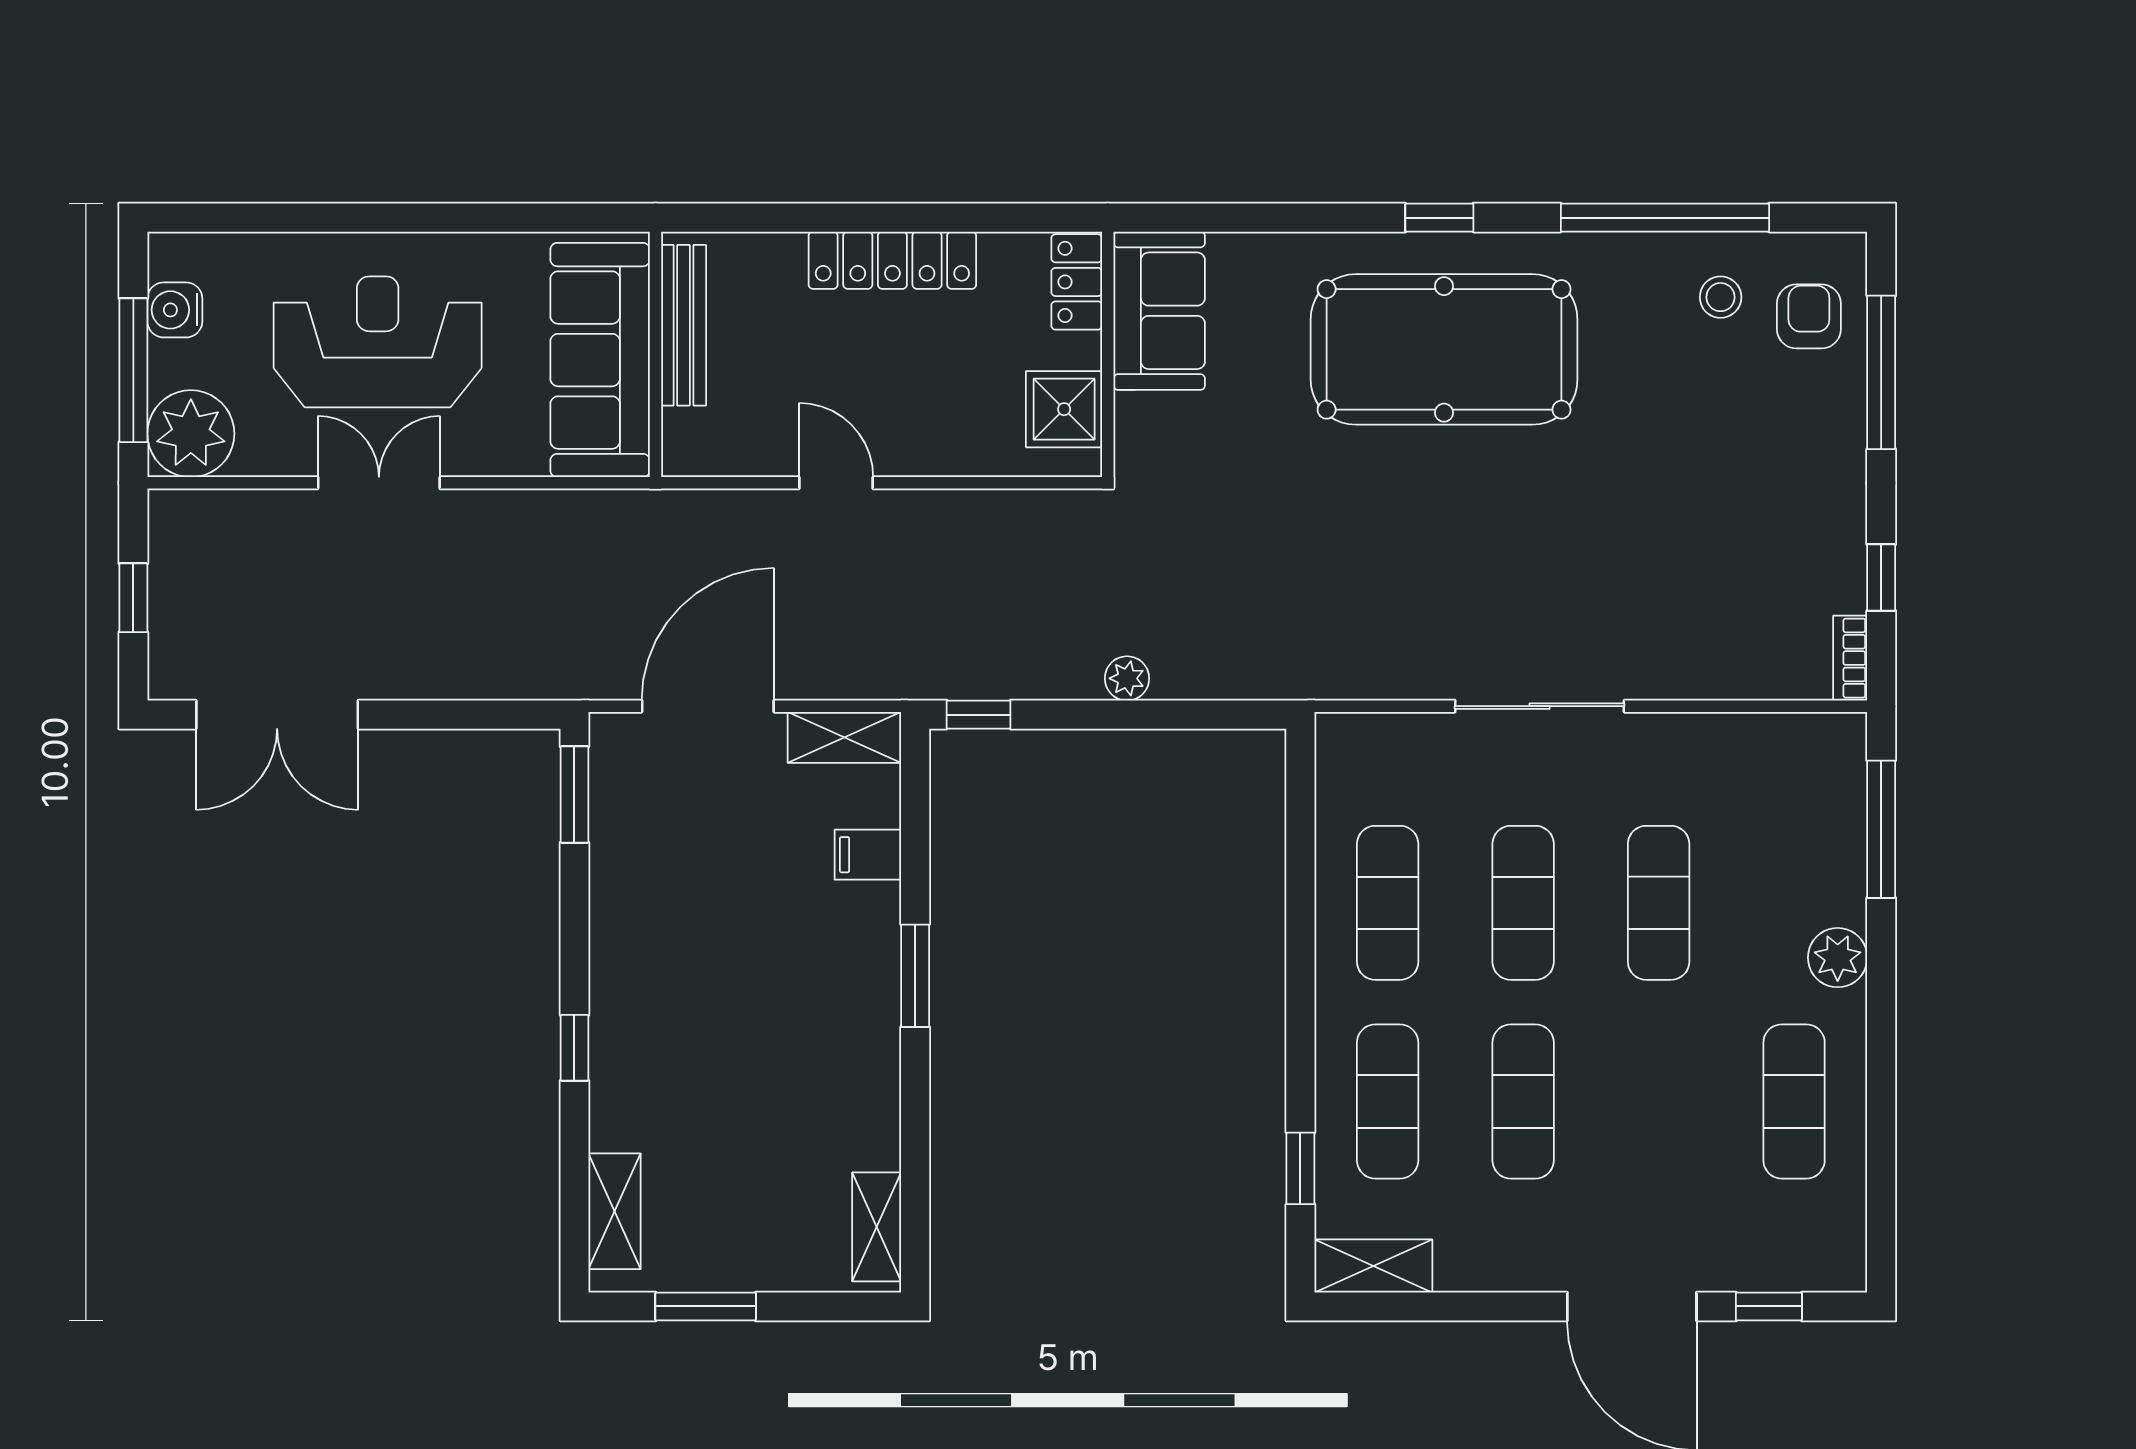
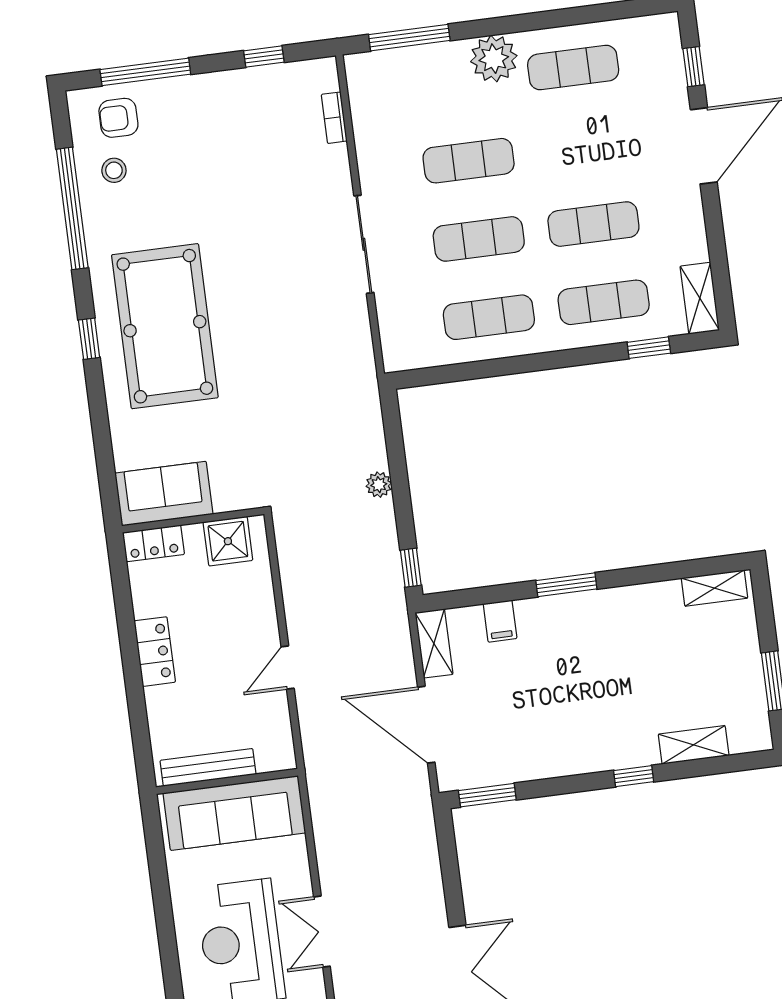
locker: (892, 260) -> (155, 652), width x0.66
bookcase: (1850, 658) -> (334, 118), moved, turned 90
plant: (1838, 958) -> (494, 59), width x1.36, depth x1.36
shelving: (615, 1211) -> (694, 745), moved

